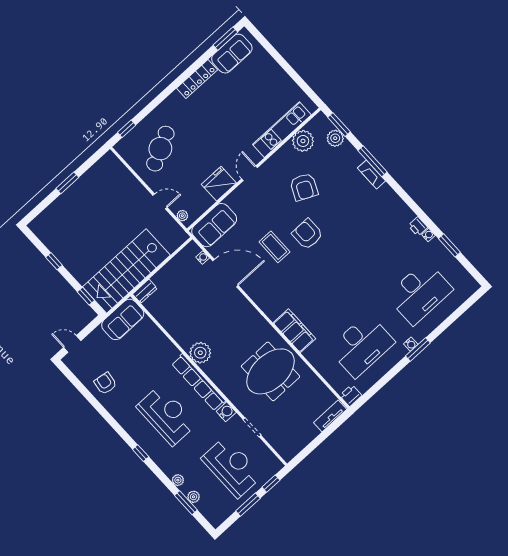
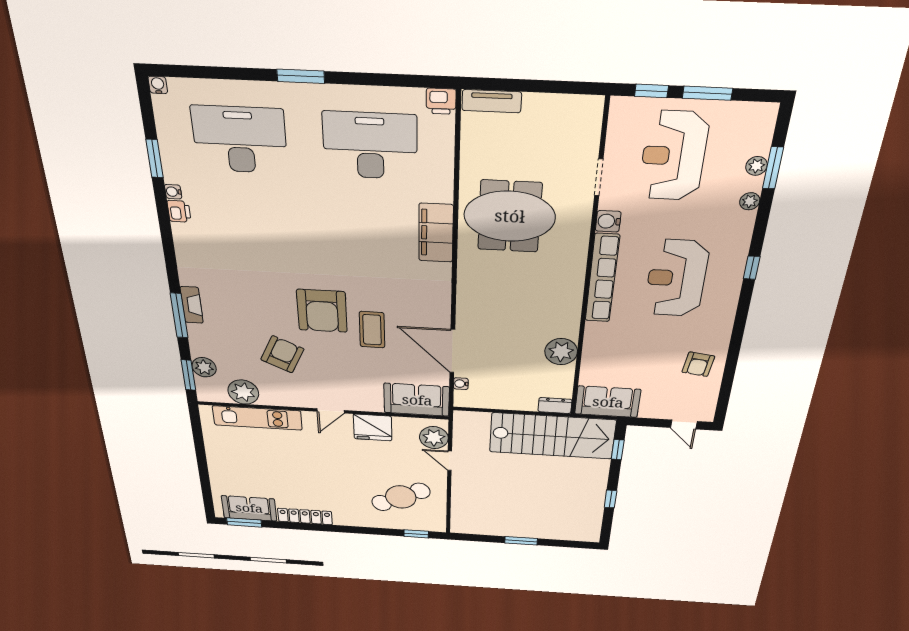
plant: (182, 216) -> (434, 438), width x1.87, depth x1.87
armchair: (307, 234) -> (322, 311), width x1.36, depth x1.36
water cooler: (411, 344) -> (158, 85), moved
plant: (200, 353) -> (561, 352), moved

